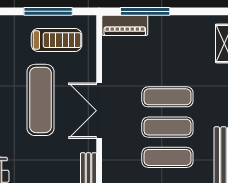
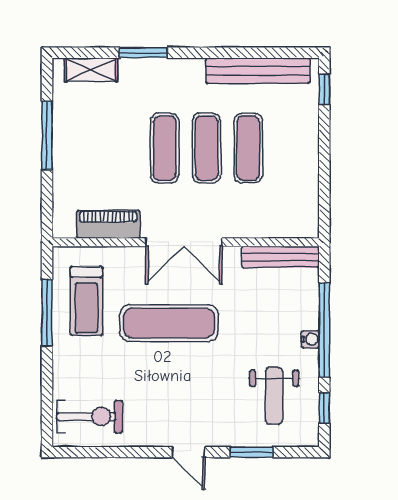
window: (145, 11) -> (47, 136), moved
piano: (125, 25) -> (108, 224), moved, turned -90
treadmill: (57, 40) -> (86, 301), turned 180

